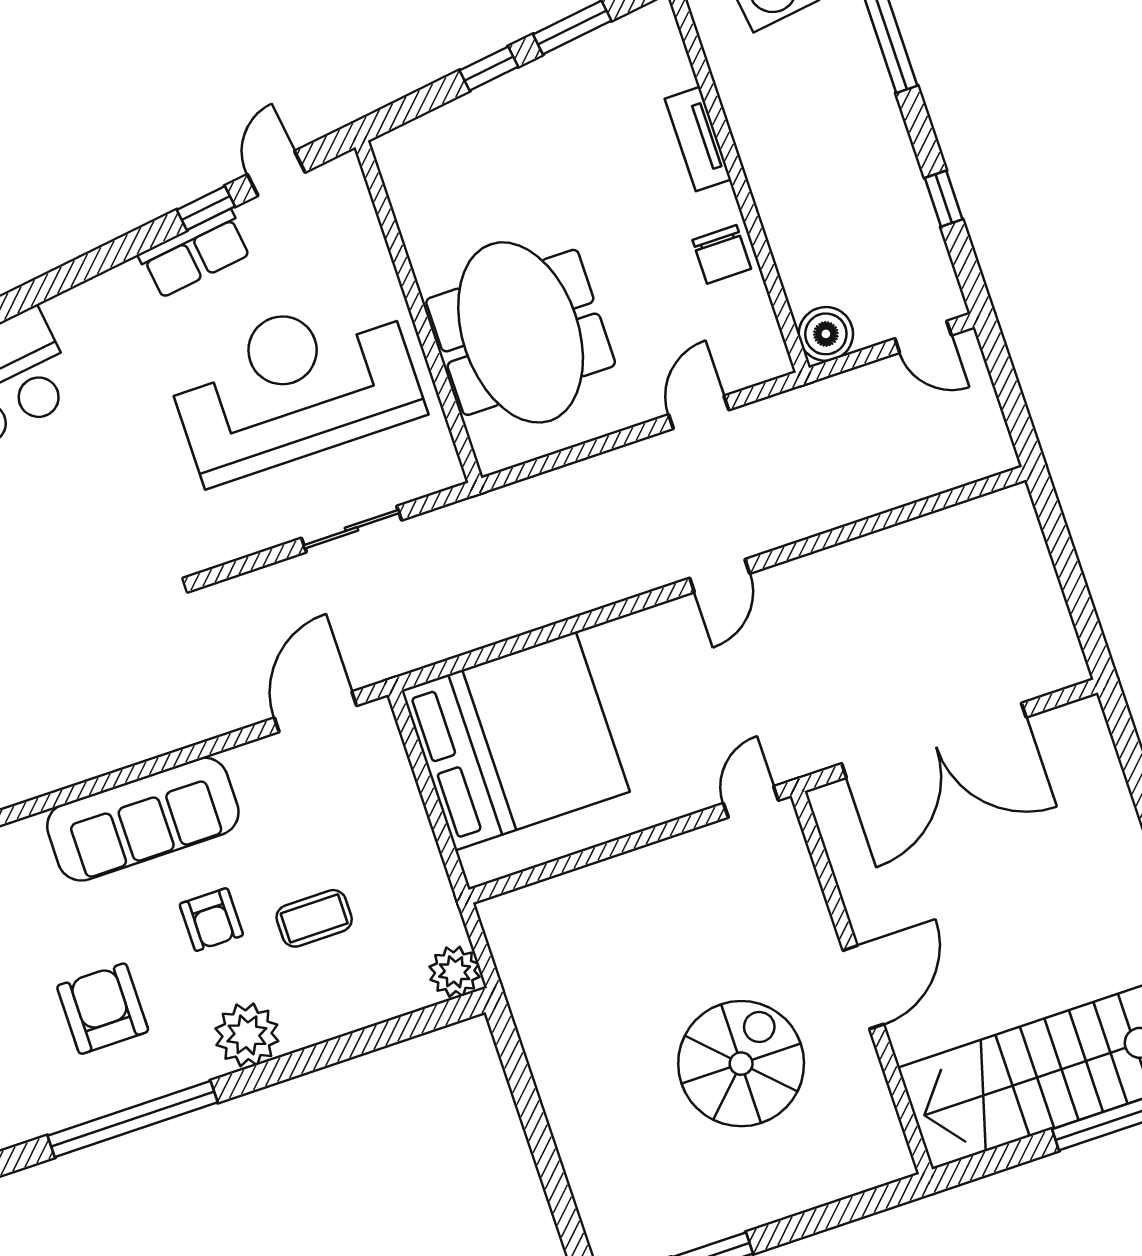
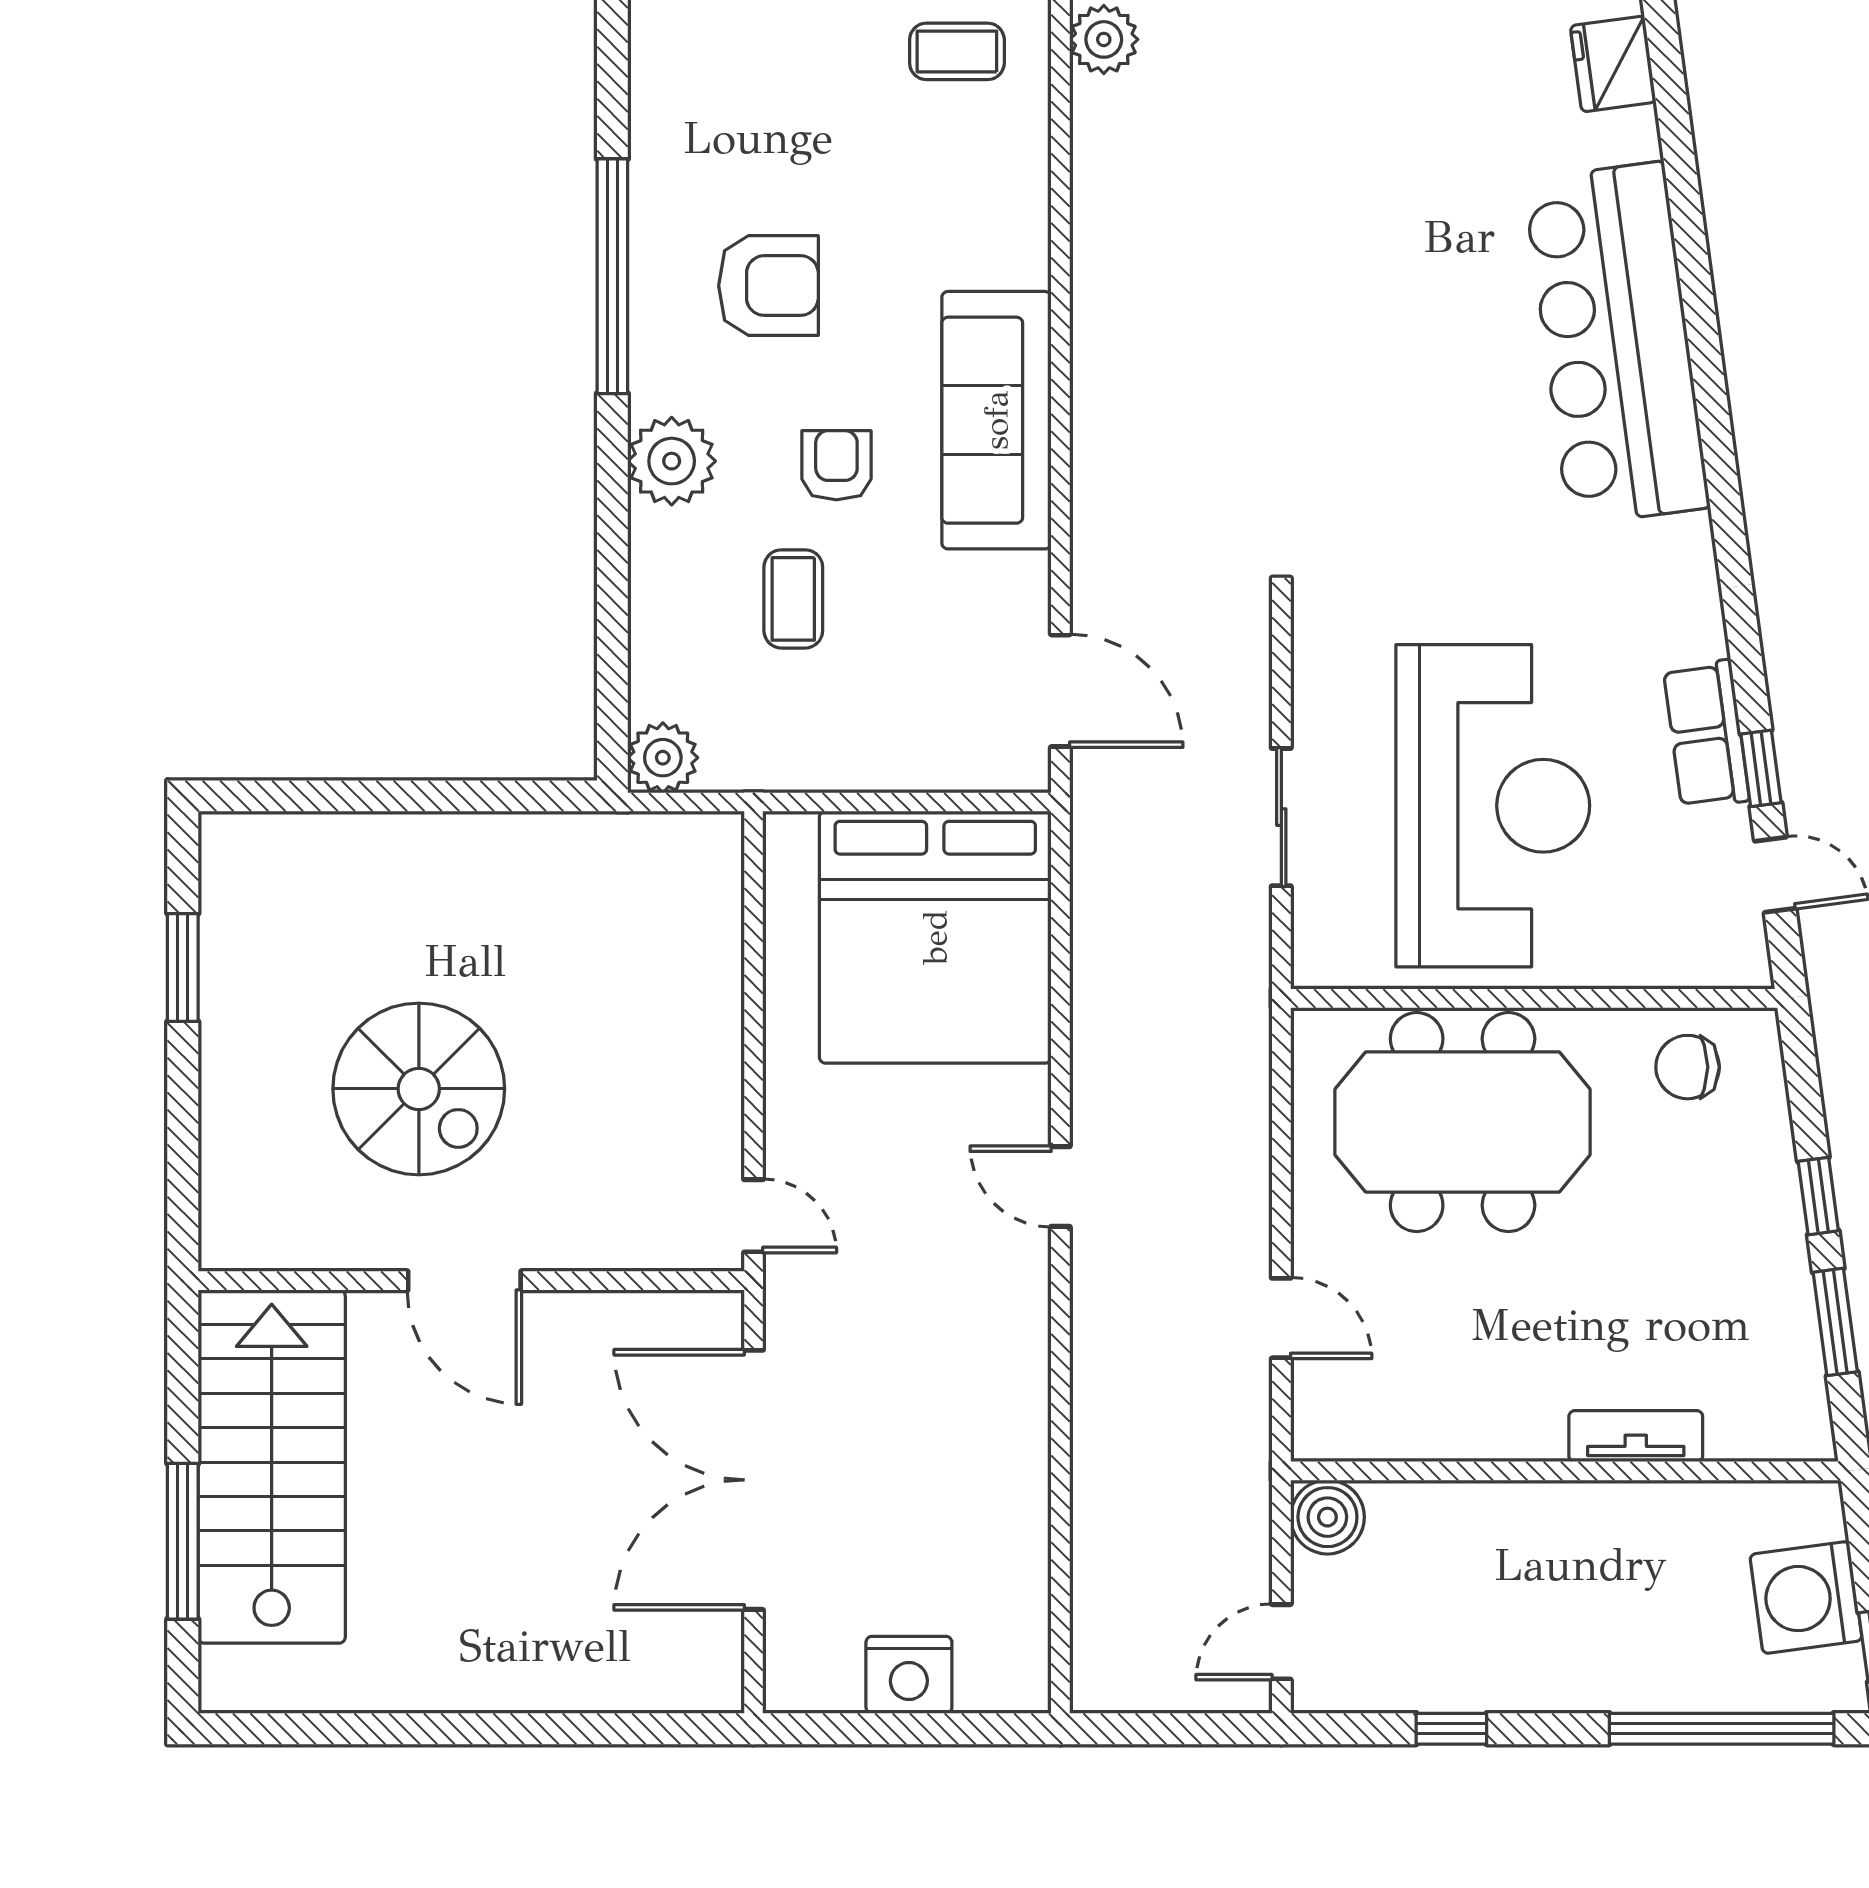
chair: (722, 254) -> (1688, 1067), moved
door: (720, 576) -> (1060, 1186), moved
nightstand: (1033, 587) -> (909, 1675), added
armchair: (211, 920) -> (836, 465), turned 90

